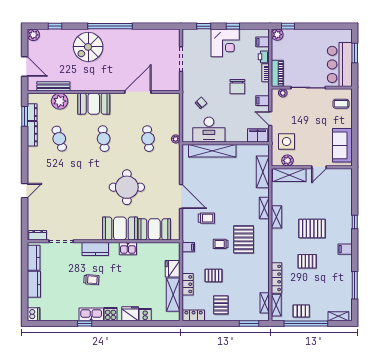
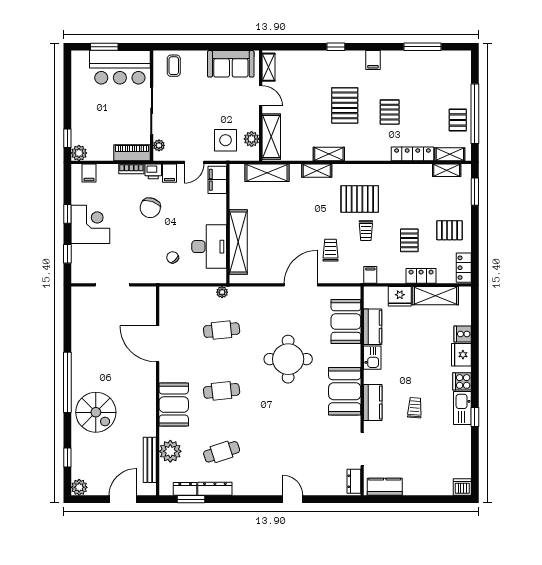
printer: (264, 57) -> (153, 171), moved
chair: (237, 87) -> (150, 208), turned 109
booth: (120, 228) -> (345, 391), moved
kitchen counter: (34, 284) -> (373, 327), moved, turned 90
shelving: (338, 316) -> (268, 67), moved

